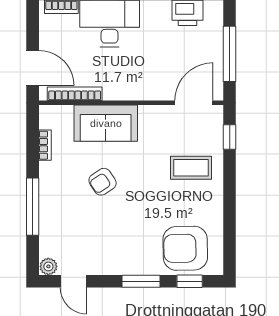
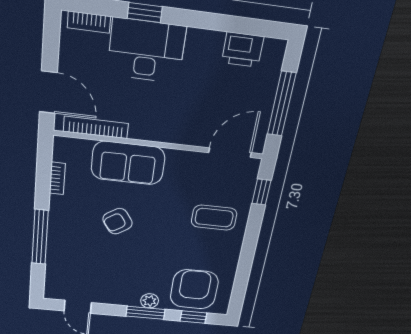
armchair: (185, 248) -> (194, 289), turned 91
plant: (48, 266) -> (150, 301), moved

